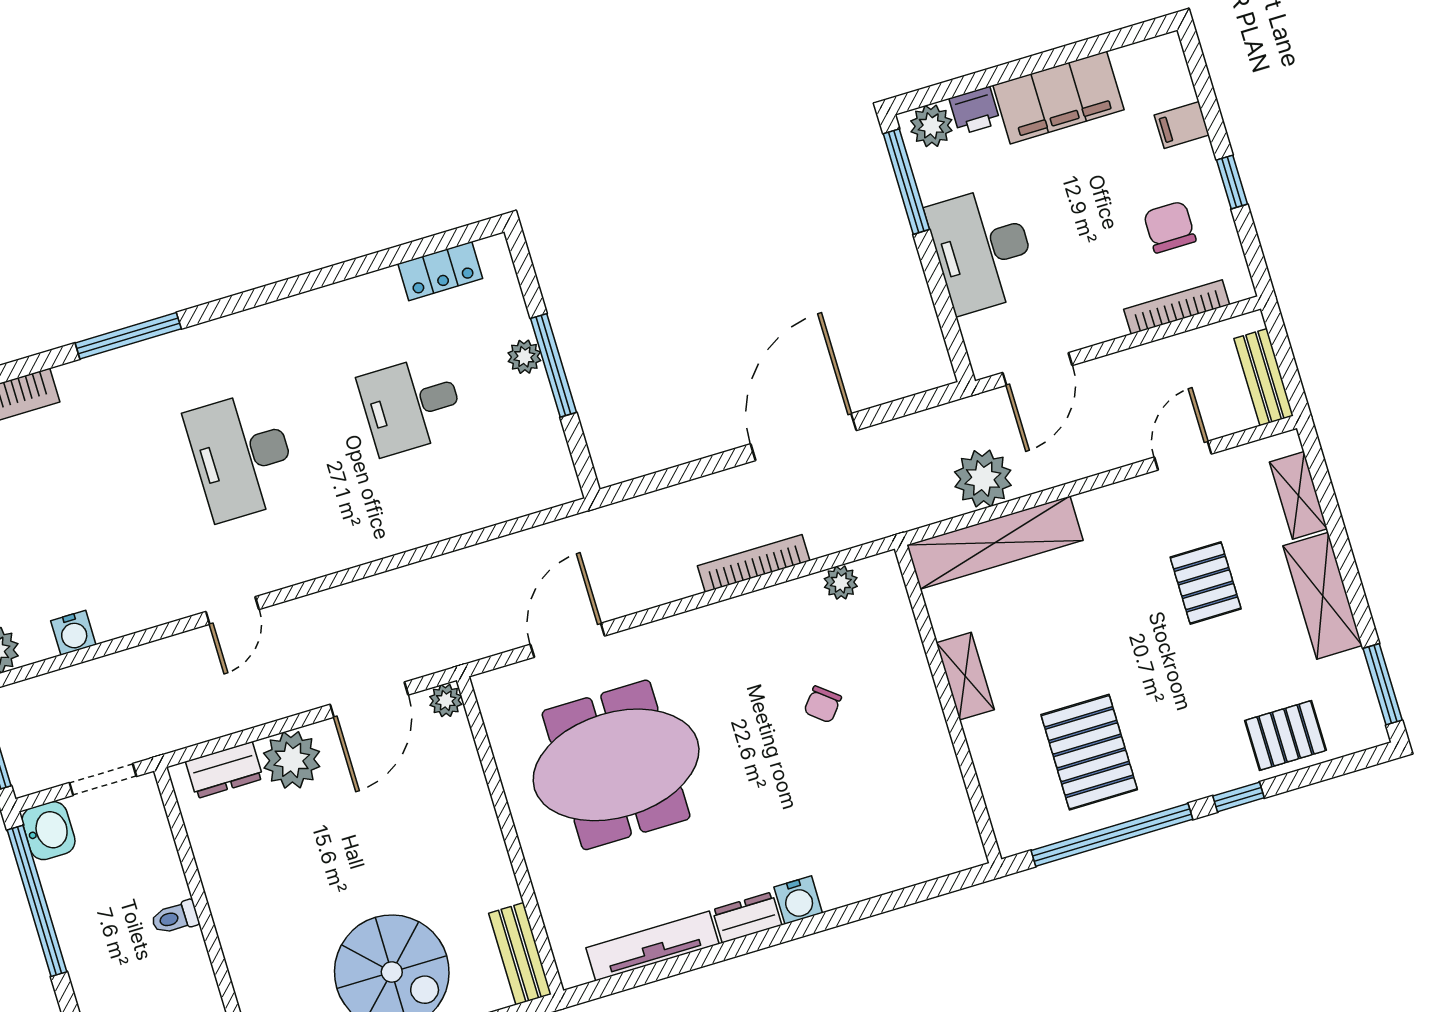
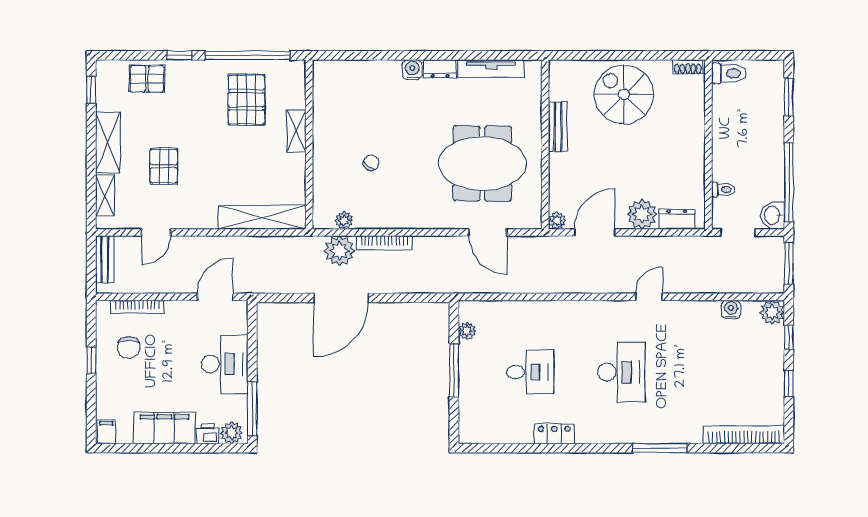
filing cabinet: (1182, 125) -> (106, 432), moved, turned -90
locker: (440, 271) -> (554, 434), moved
plant: (524, 357) -> (467, 331), moved
plant: (983, 479) -> (339, 251), moved
door: (568, 640) -> (488, 232), hinge flipped
shelving: (965, 676) -> (296, 131), moved
window: (1383, 684) -> (91, 90), width x0.67
toilet: (175, 918) -> (723, 190), moved
bench: (520, 954) -> (558, 127), moved

